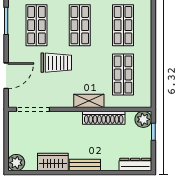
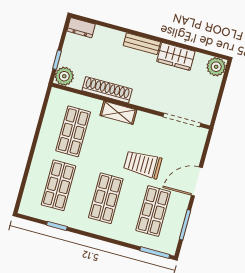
door: (6, 76) -> (197, 182), moved
dresser: (135, 165) -> (81, 28), width x0.70

